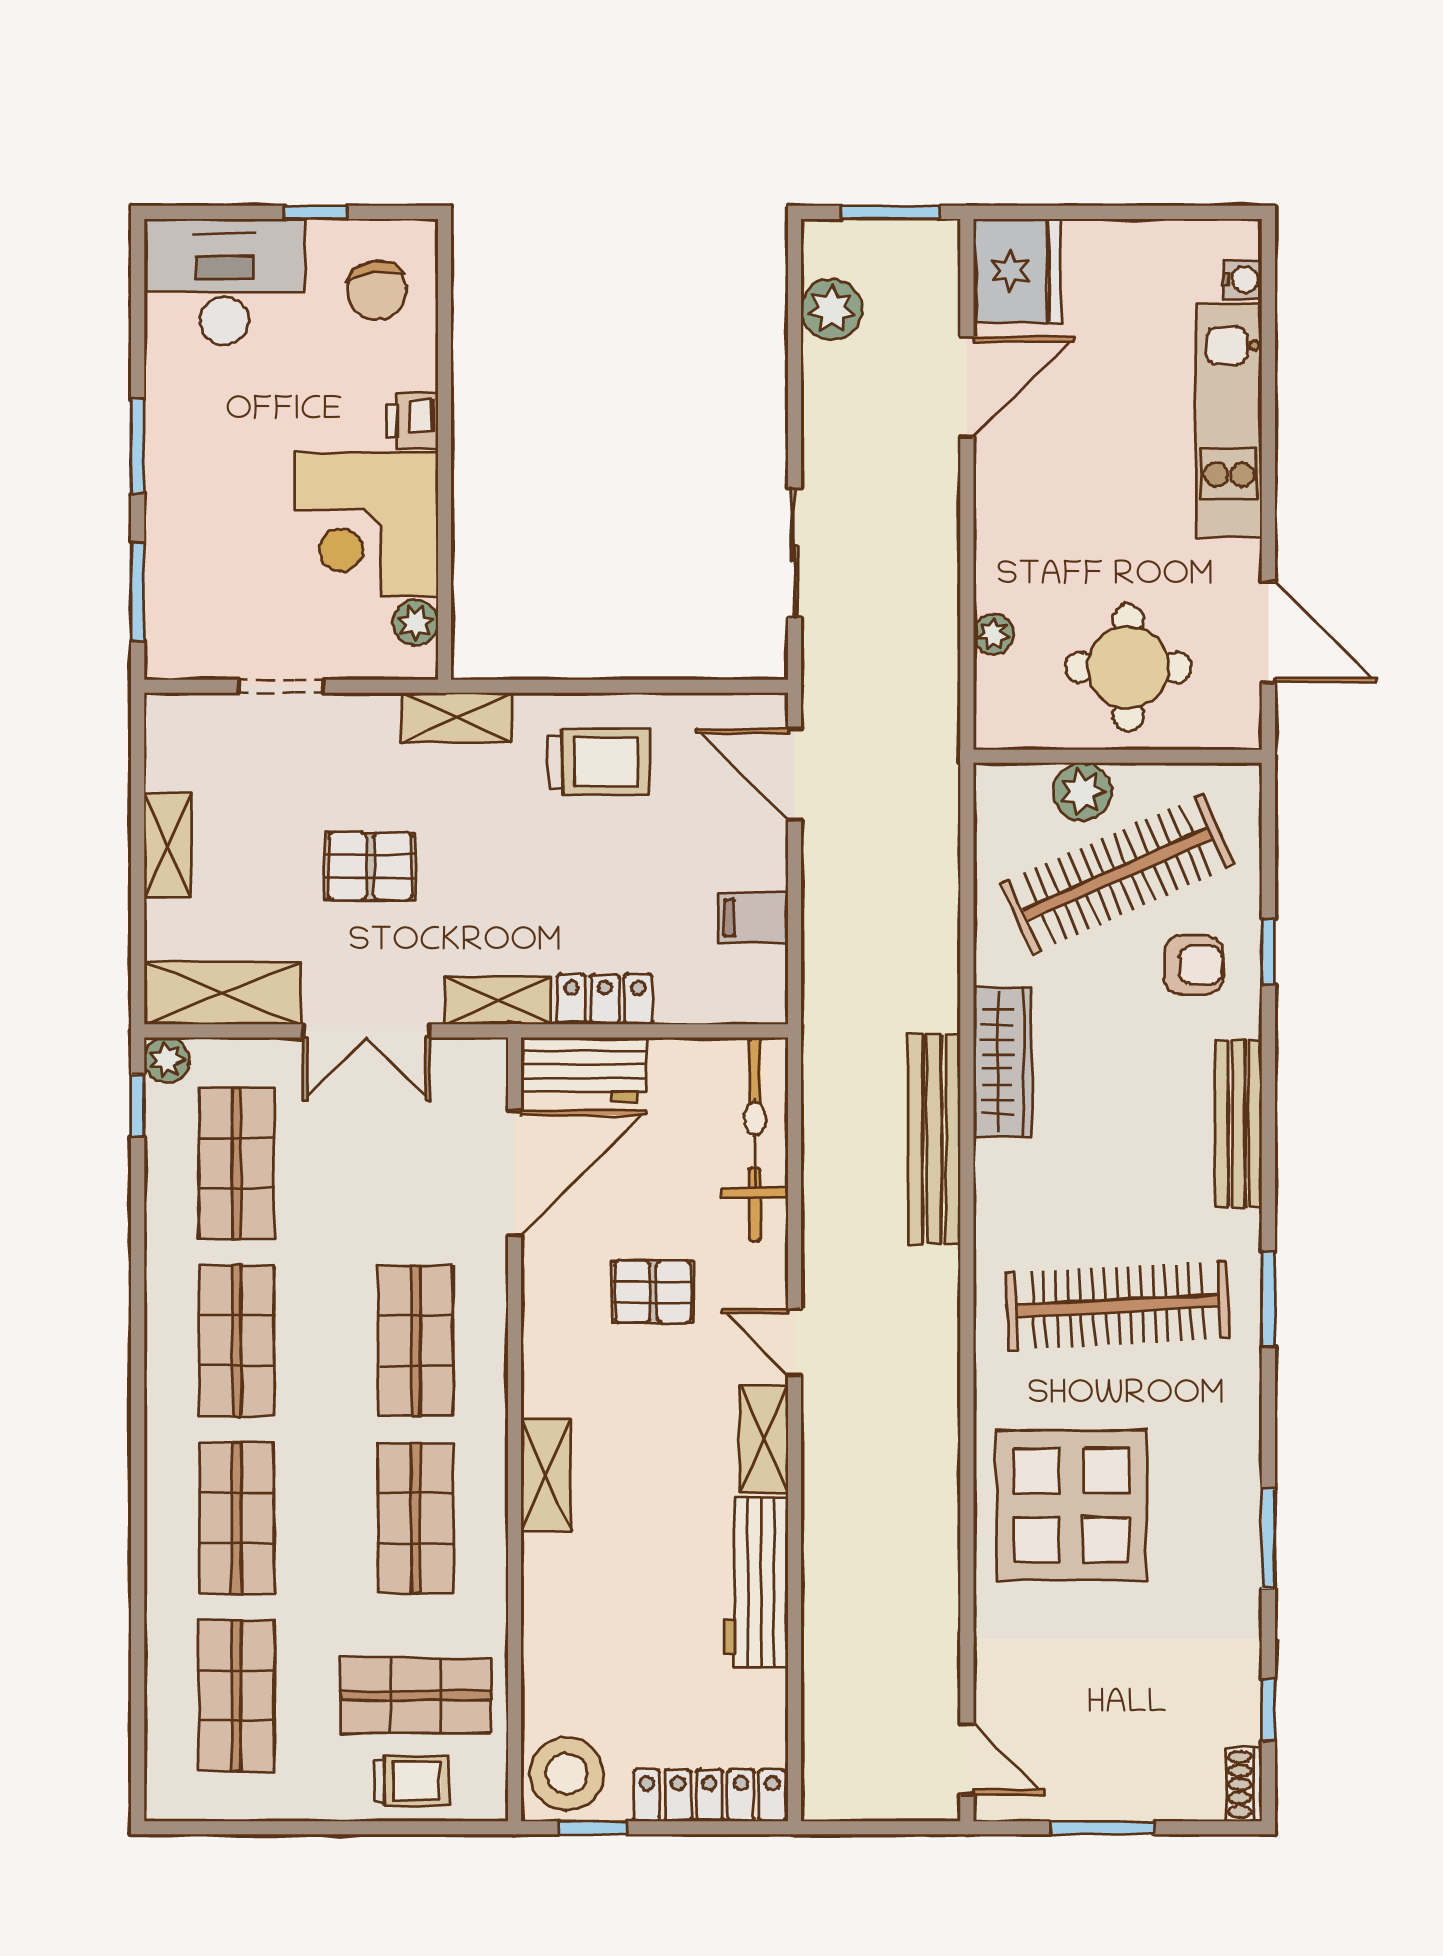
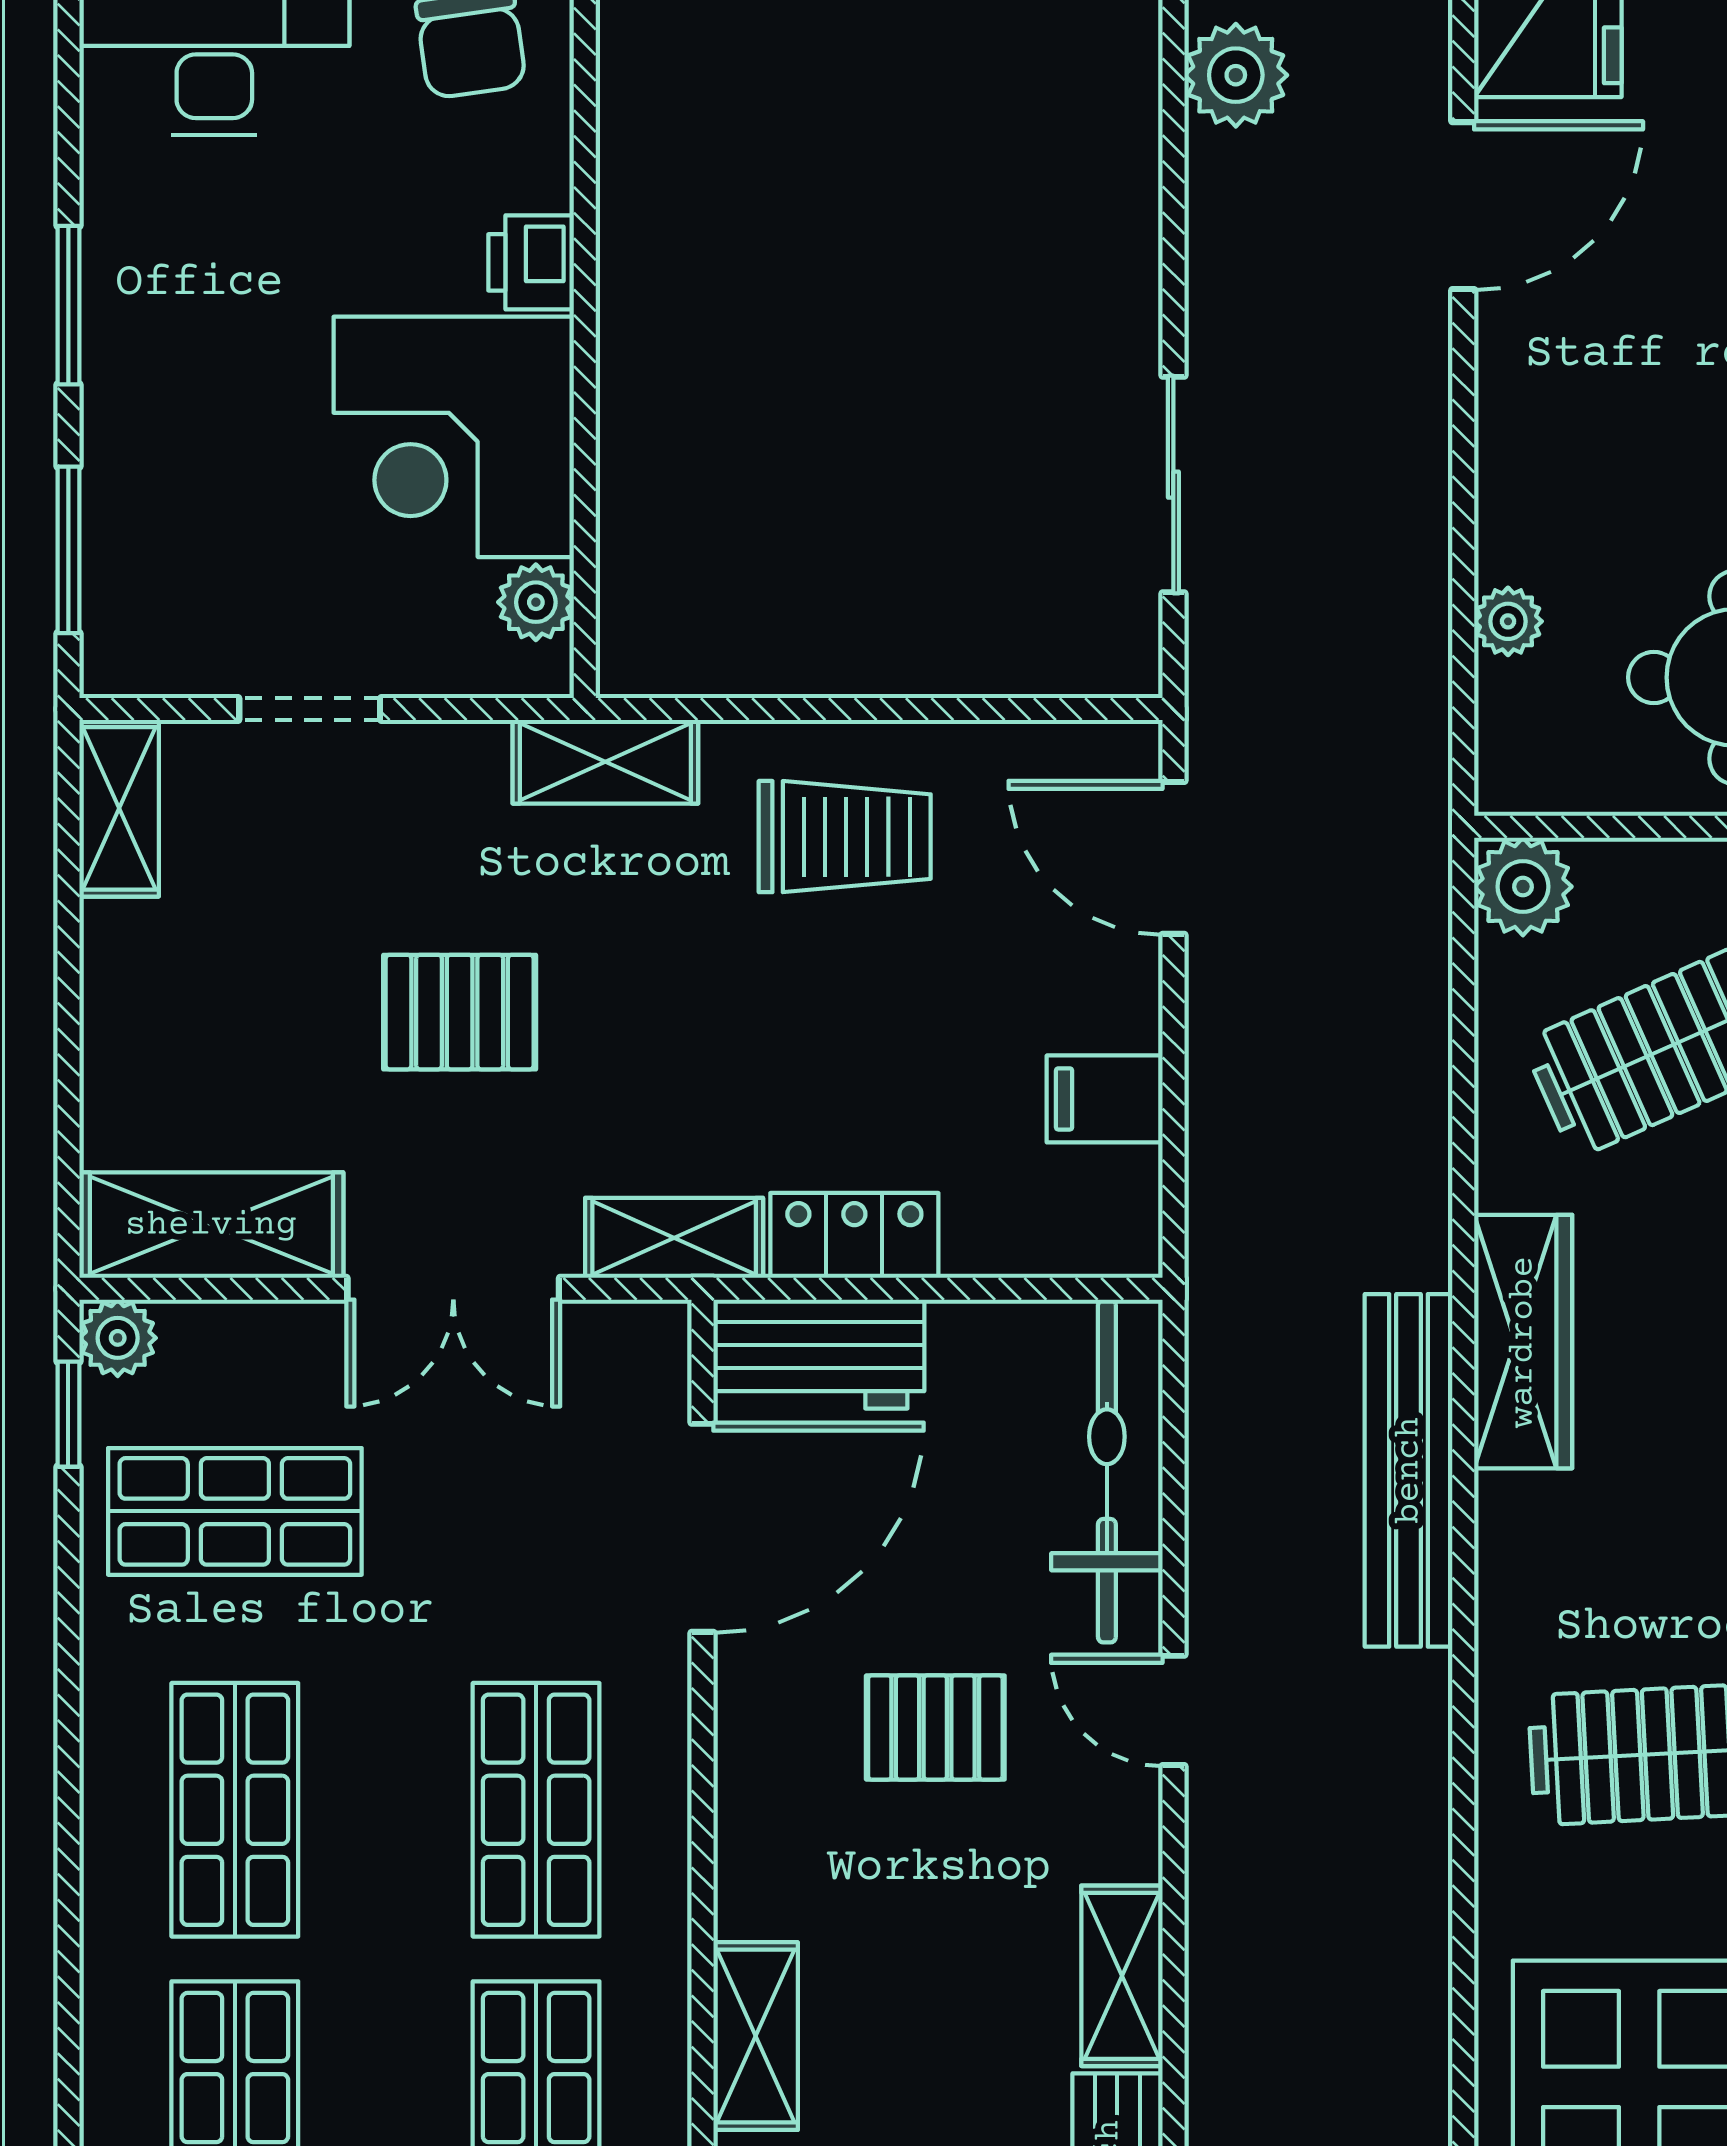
plant: (1083, 792) -> (1523, 887), moved
shelving: (168, 845) -> (119, 808), moved
shop shelf: (236, 1163) -> (235, 1511), turned 90
door: (795, 1342) -> (1173, 1710), moved

